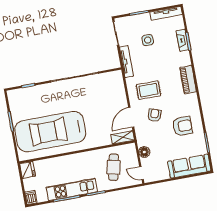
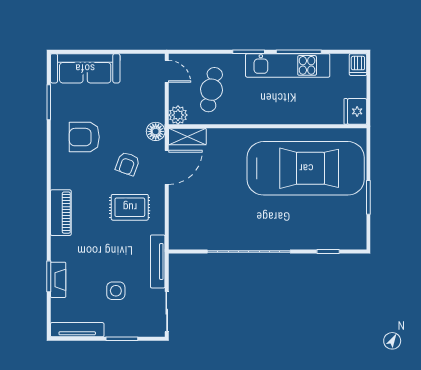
plant: (130, 149) -> (178, 115), added
floor lamp: (144, 152) -> (156, 131), moved

